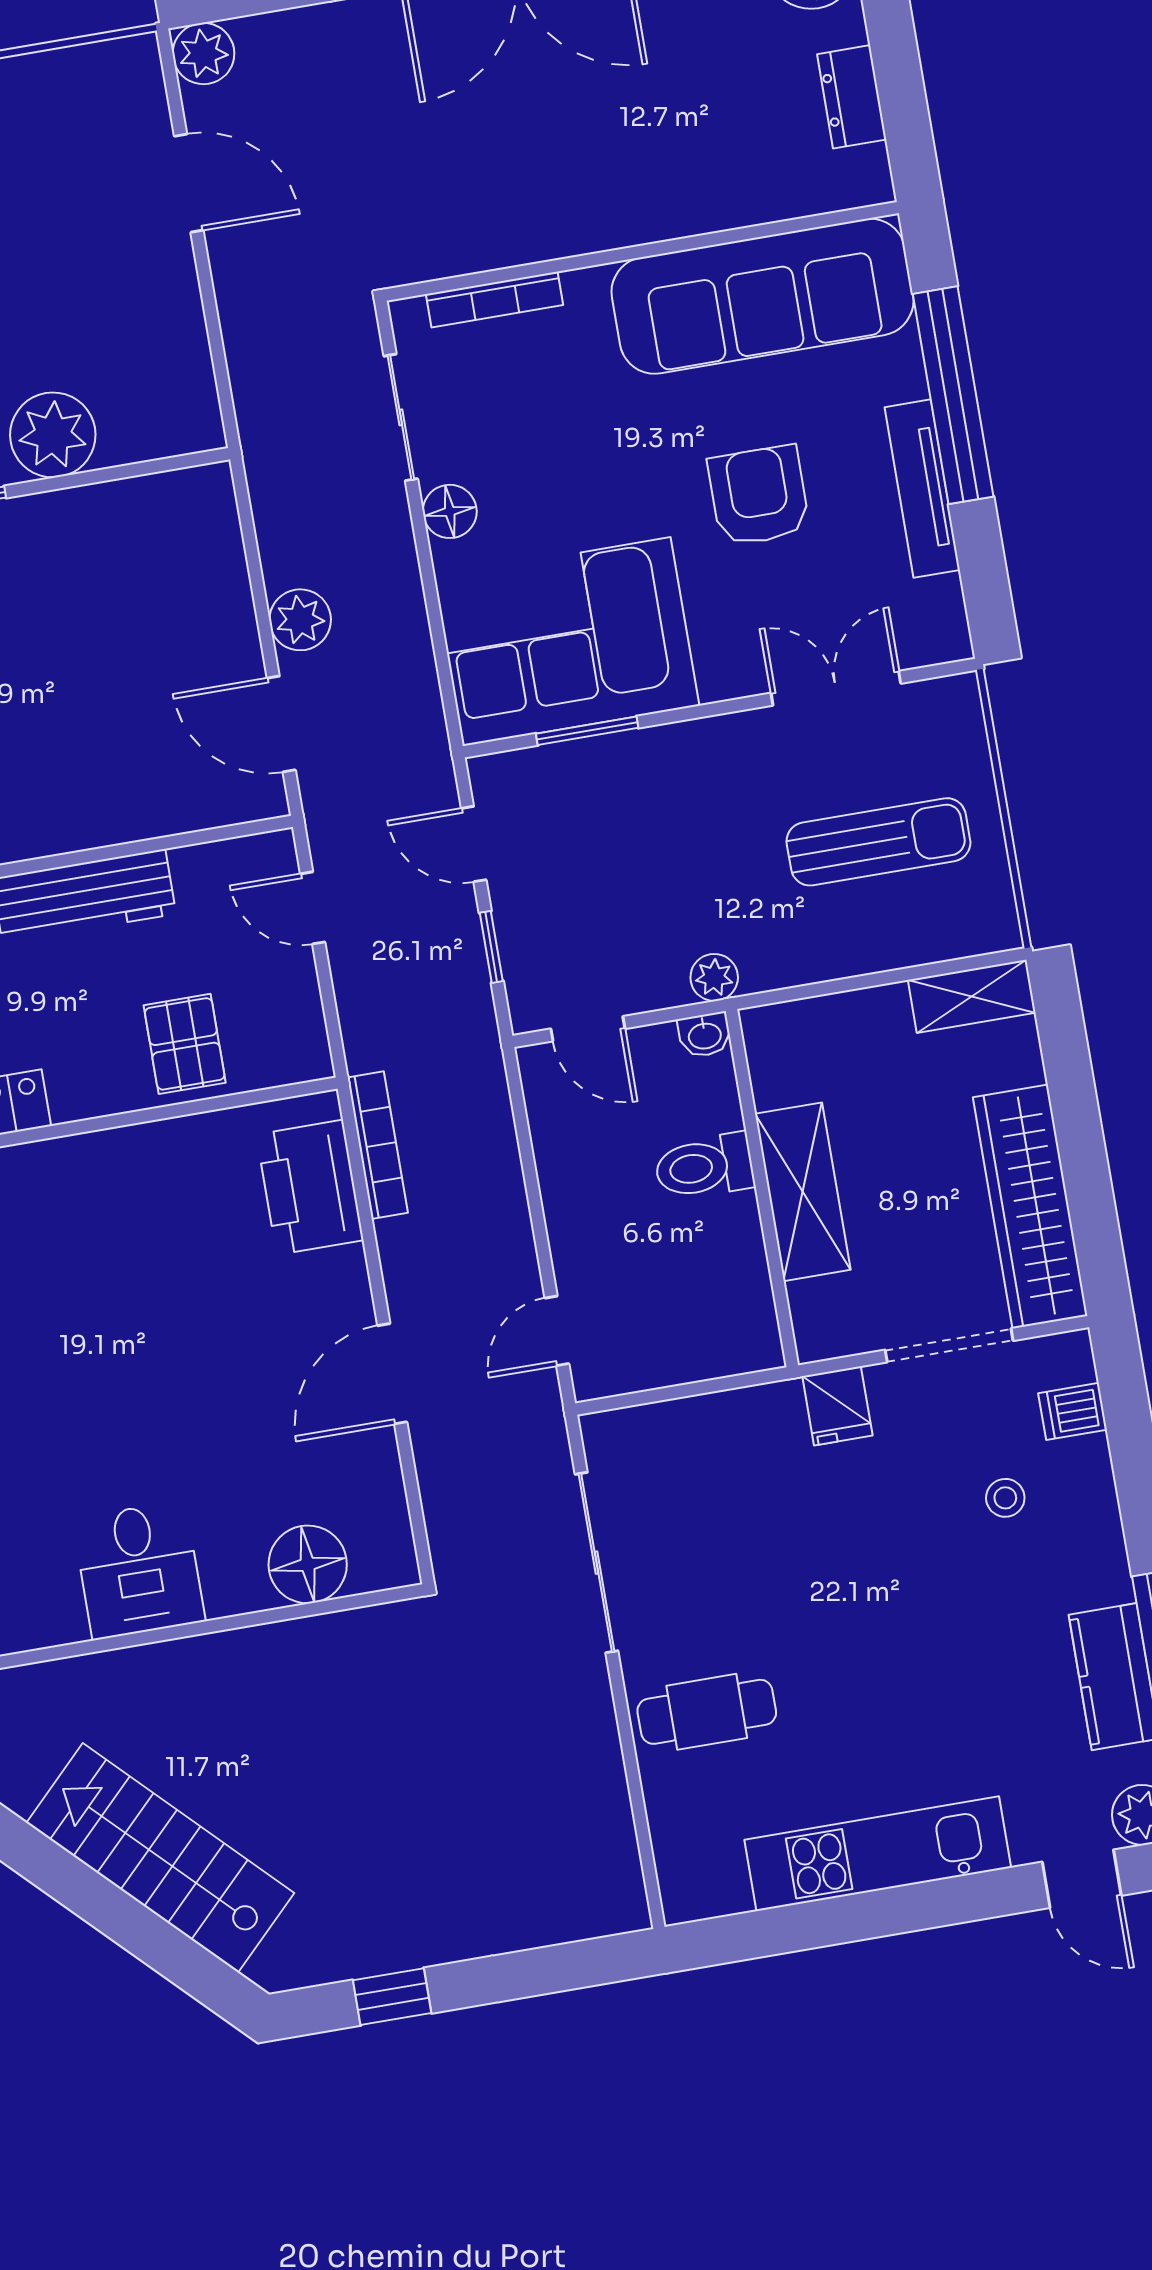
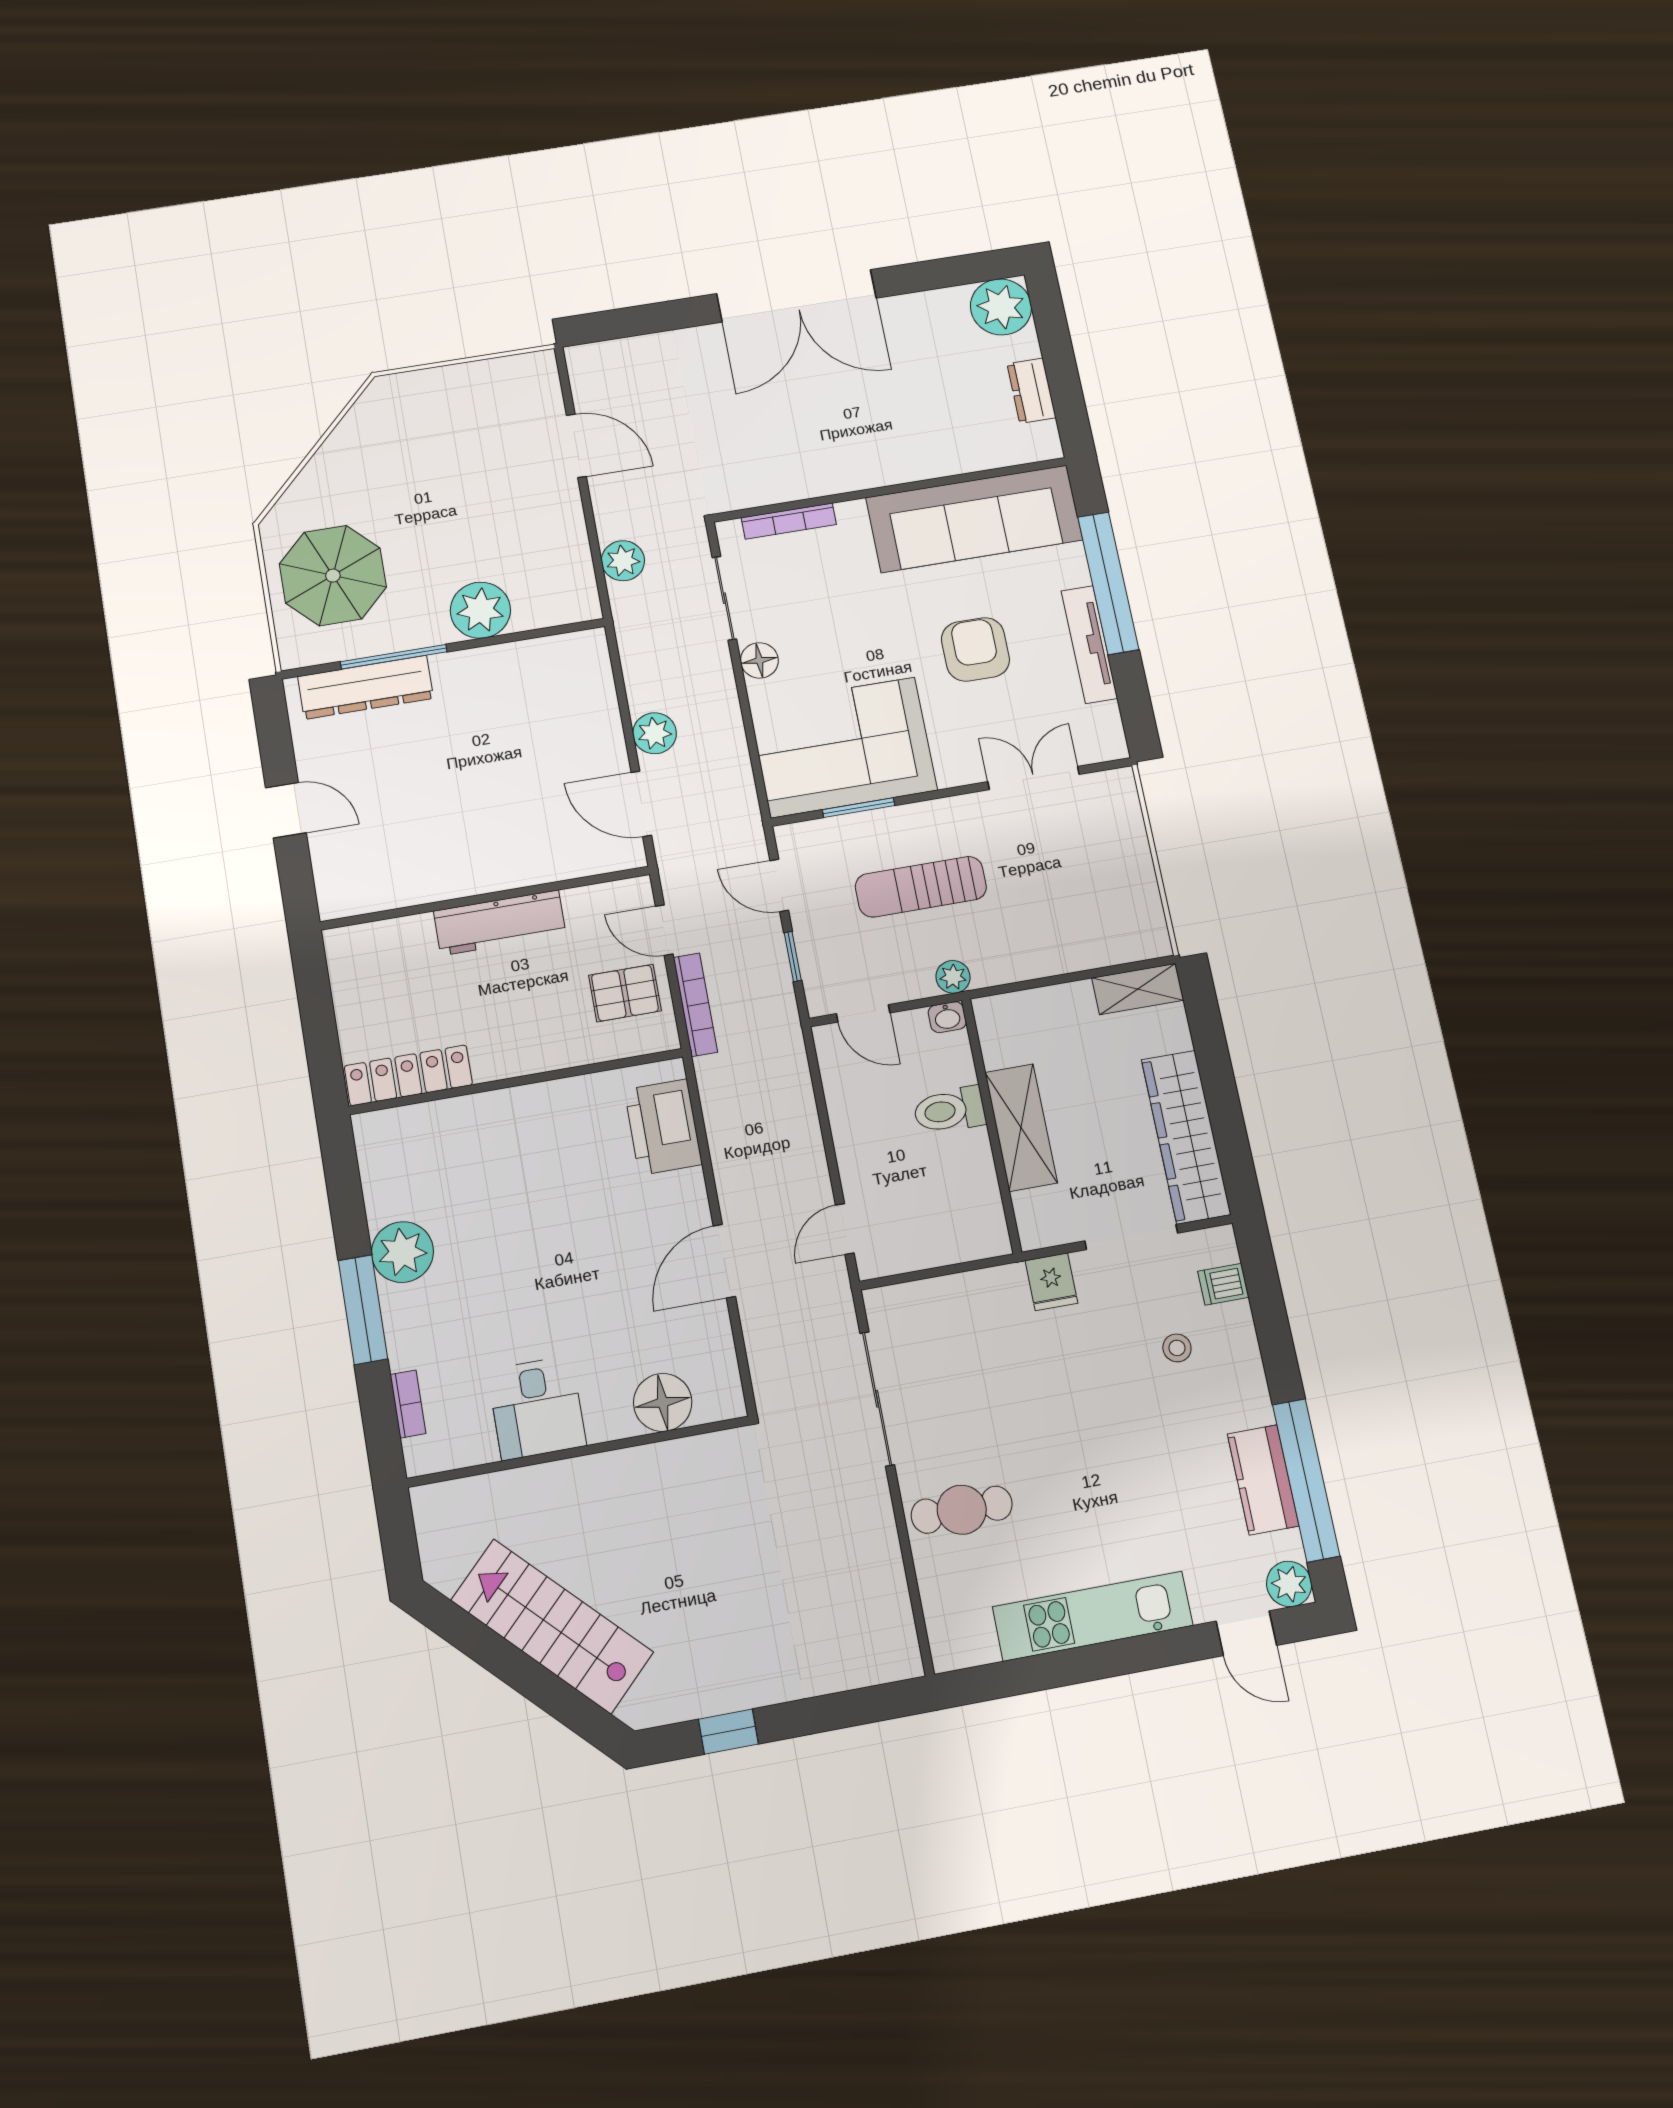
plant: (204, 54) -> (623, 561), moved
sun lounger: (878, 842) -> (921, 887), moved, turned 180
pallet: (185, 1044) -> (625, 993), moved, turned 90
bookcase: (378, 1145) -> (695, 1005), moved

